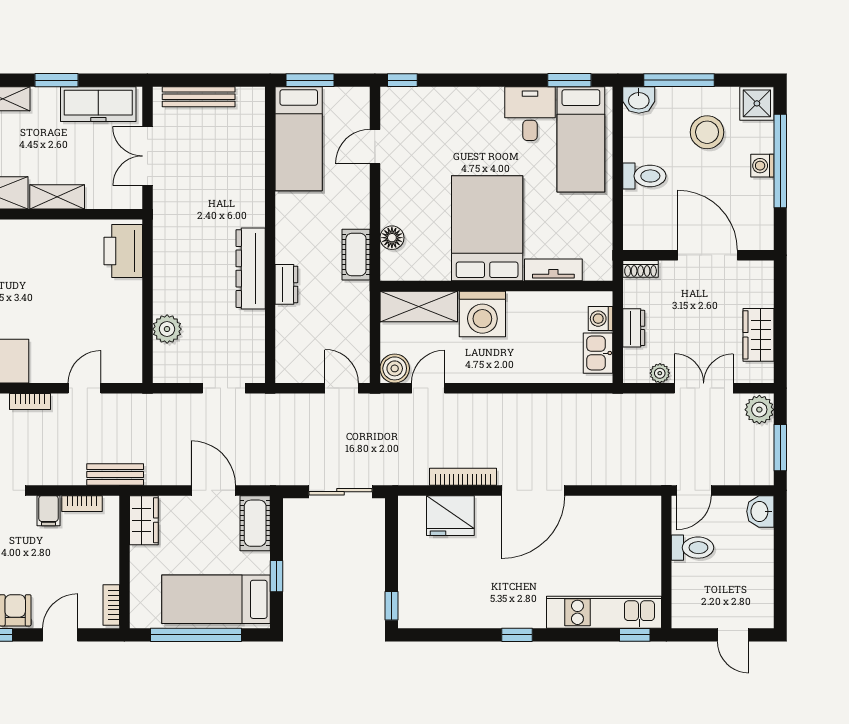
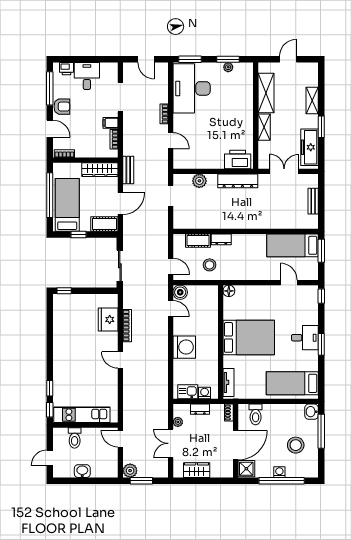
window: (569, 80) -> (321, 344), moved
bench: (199, 97) -> (313, 201), width x0.73
shower: (757, 103) -> (246, 469), moved
desk: (530, 114) -> (305, 338), moved
toilet: (644, 176) -> (256, 414), moved
floor lamp: (392, 238) -> (229, 291), moved
cot: (356, 255) -> (198, 241), moved
dresser: (251, 269) -> (238, 181), moved, turned 180
tv unit: (553, 270) -> (228, 382), moved
shelving: (419, 306) -> (210, 304), removed
stool: (339, 308) -> (210, 265), added
washing machine: (482, 314) -> (184, 347), moved, turned 180
doorway: (224, 388) -> (171, 196), moved
door: (342, 388) -> (171, 266), hinge flipped
double door: (704, 388) -> (171, 443), swing flipped
plant: (759, 410) -> (130, 471), moved
bench: (115, 475) -> (128, 170), moved
door: (533, 490) -> (120, 360), width x0.53
washbasin: (760, 511) -> (82, 471), moved
wardrobe: (144, 520) -> (100, 170), width x1.50
toilet: (693, 548) -> (75, 438), moved
kitchen unit: (604, 612) -> (82, 415), moved, turned -90
window: (517, 635) -> (50, 388), moved

